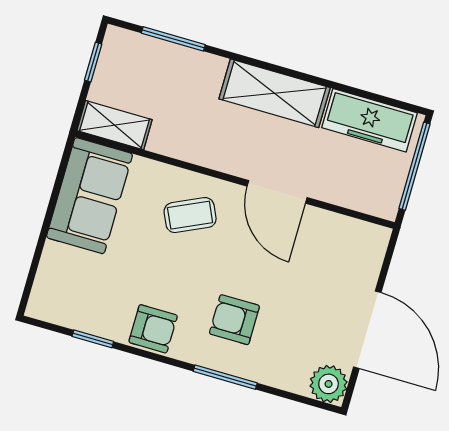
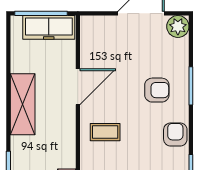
freezer: (370, 120) -> (49, 27), moved, turned 90
coffee table: (190, 215) -> (105, 132), turned -65
armchair: (234, 320) -> (157, 90), turned -90

